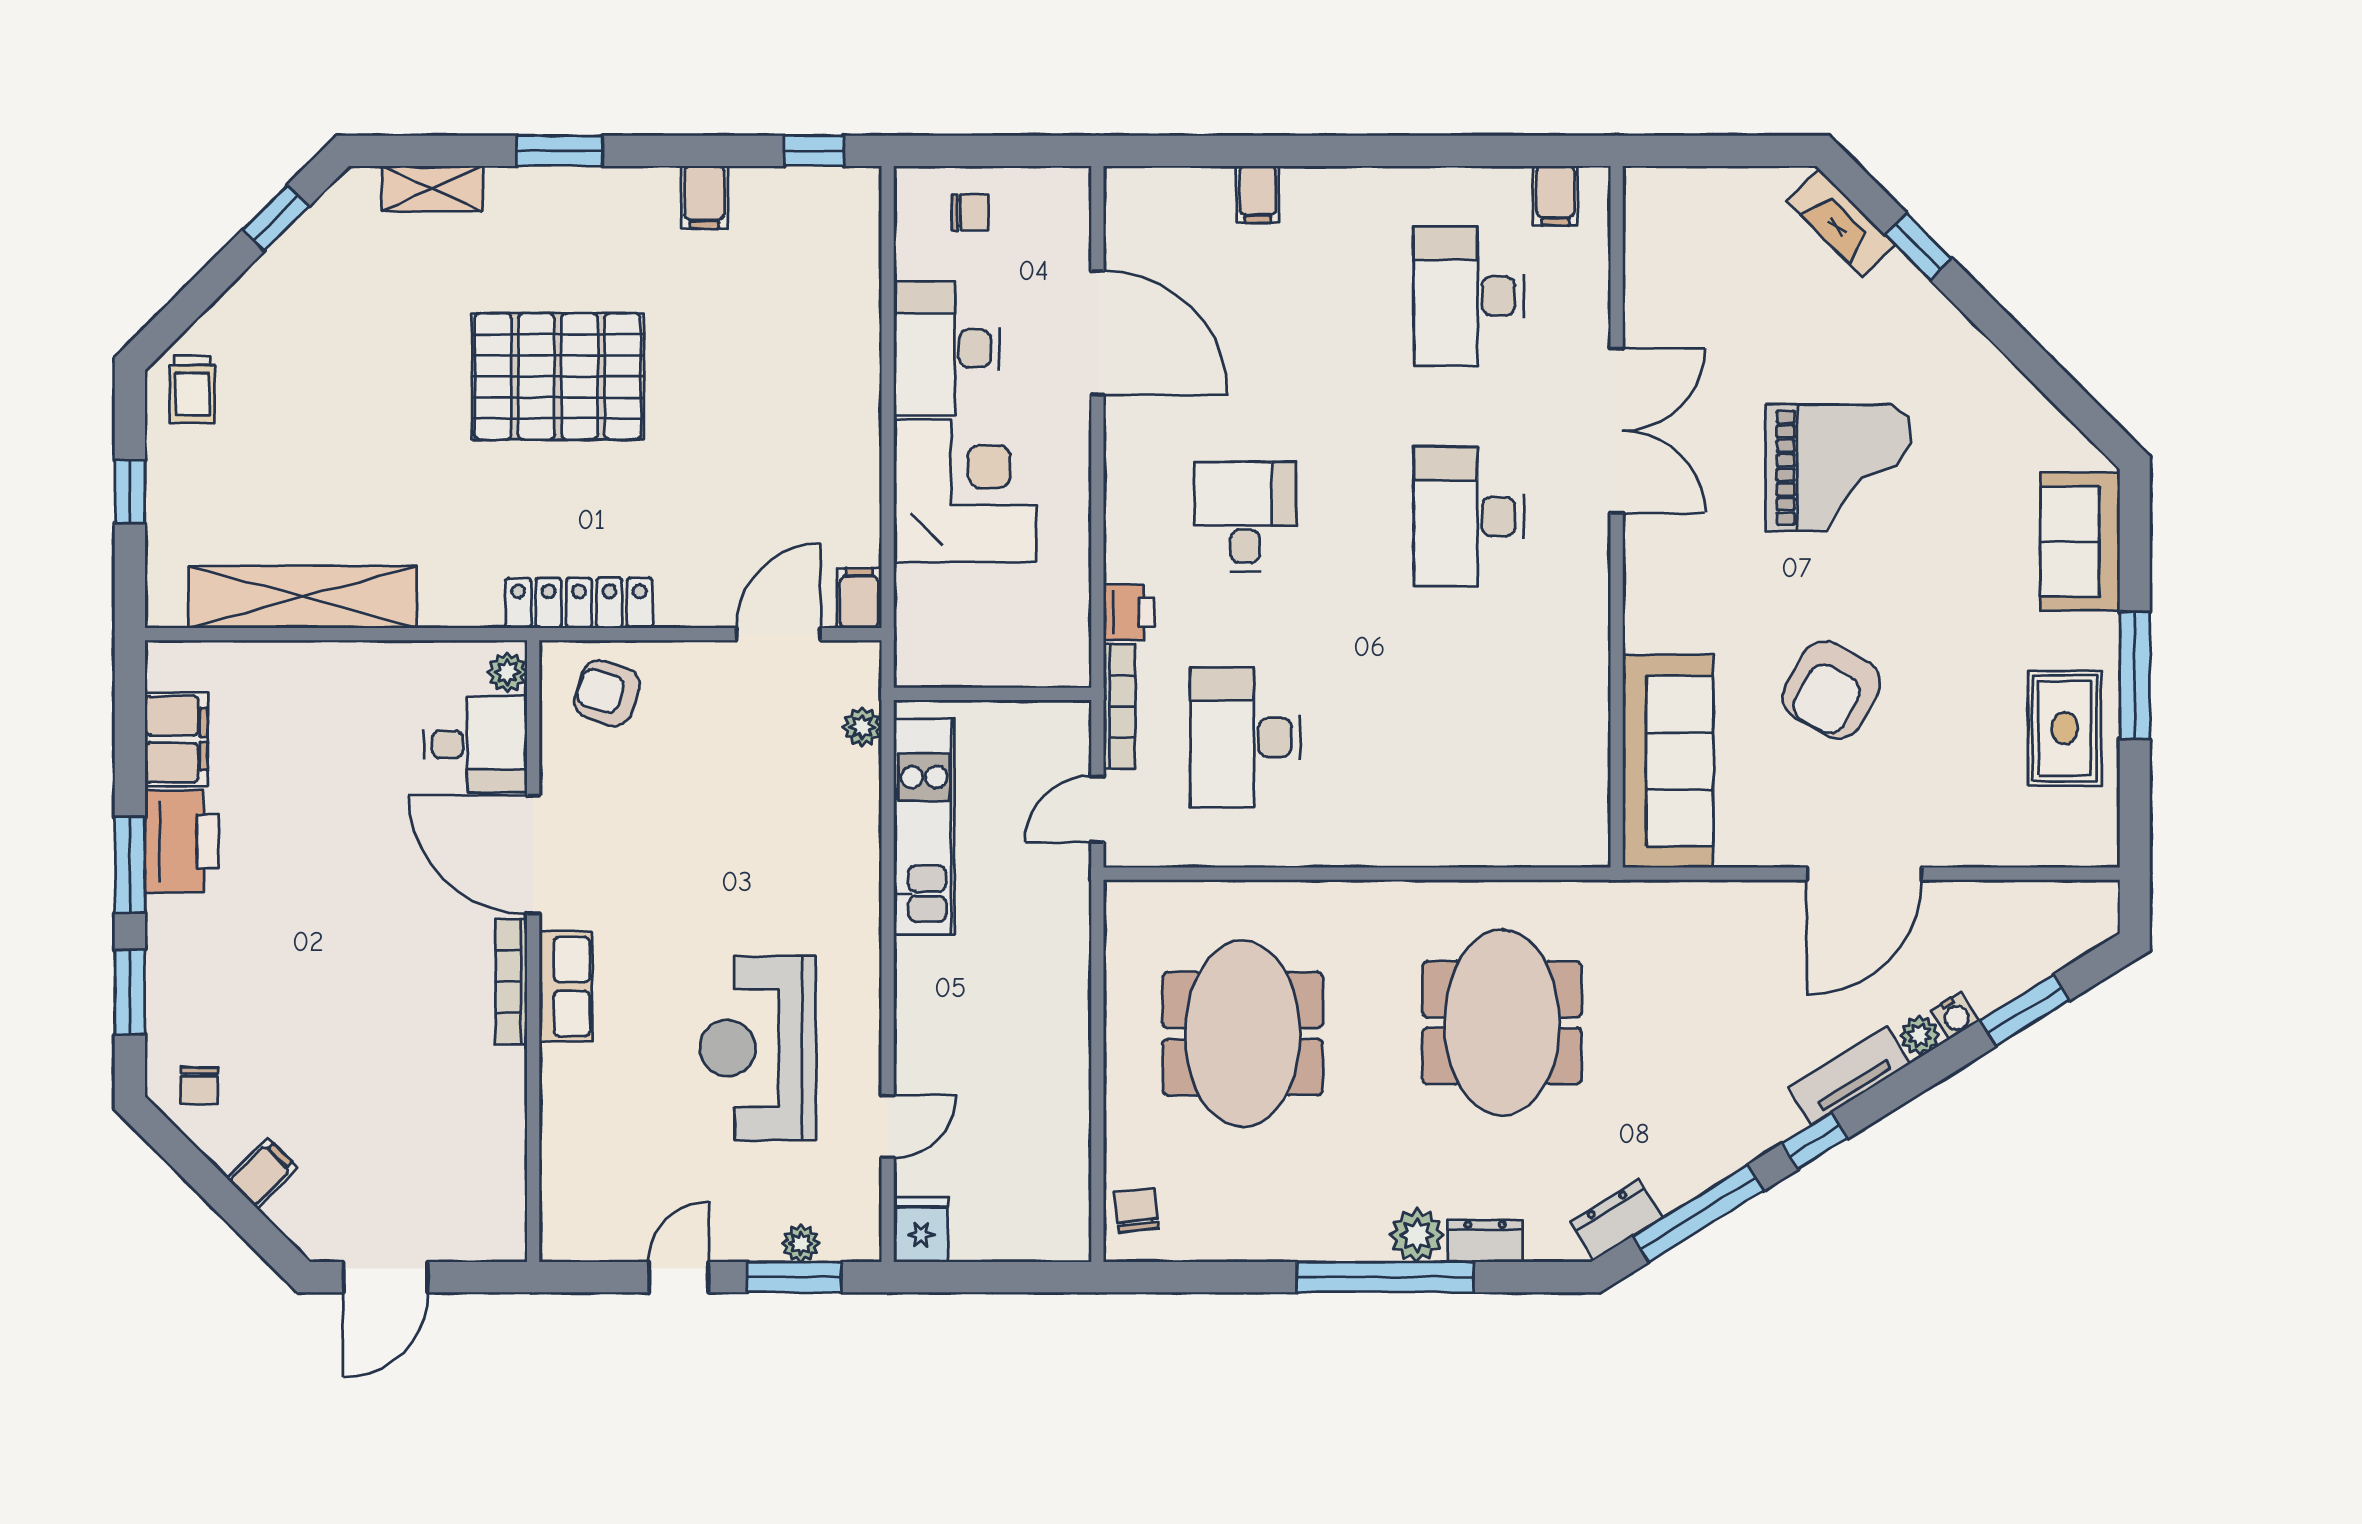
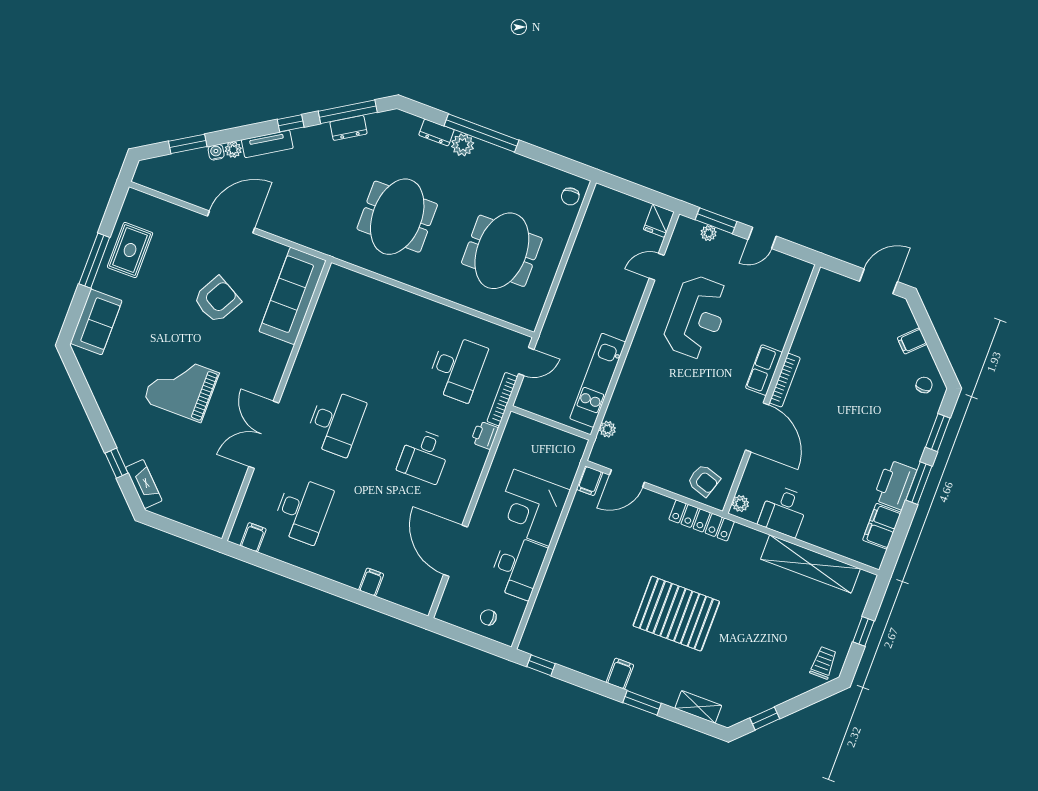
filing cabinet: (704, 197) -> (620, 674), moved
desk: (476, 744) -> (784, 511), moved, turned -90
dresser: (1616, 1220) -> (348, 128), moved

